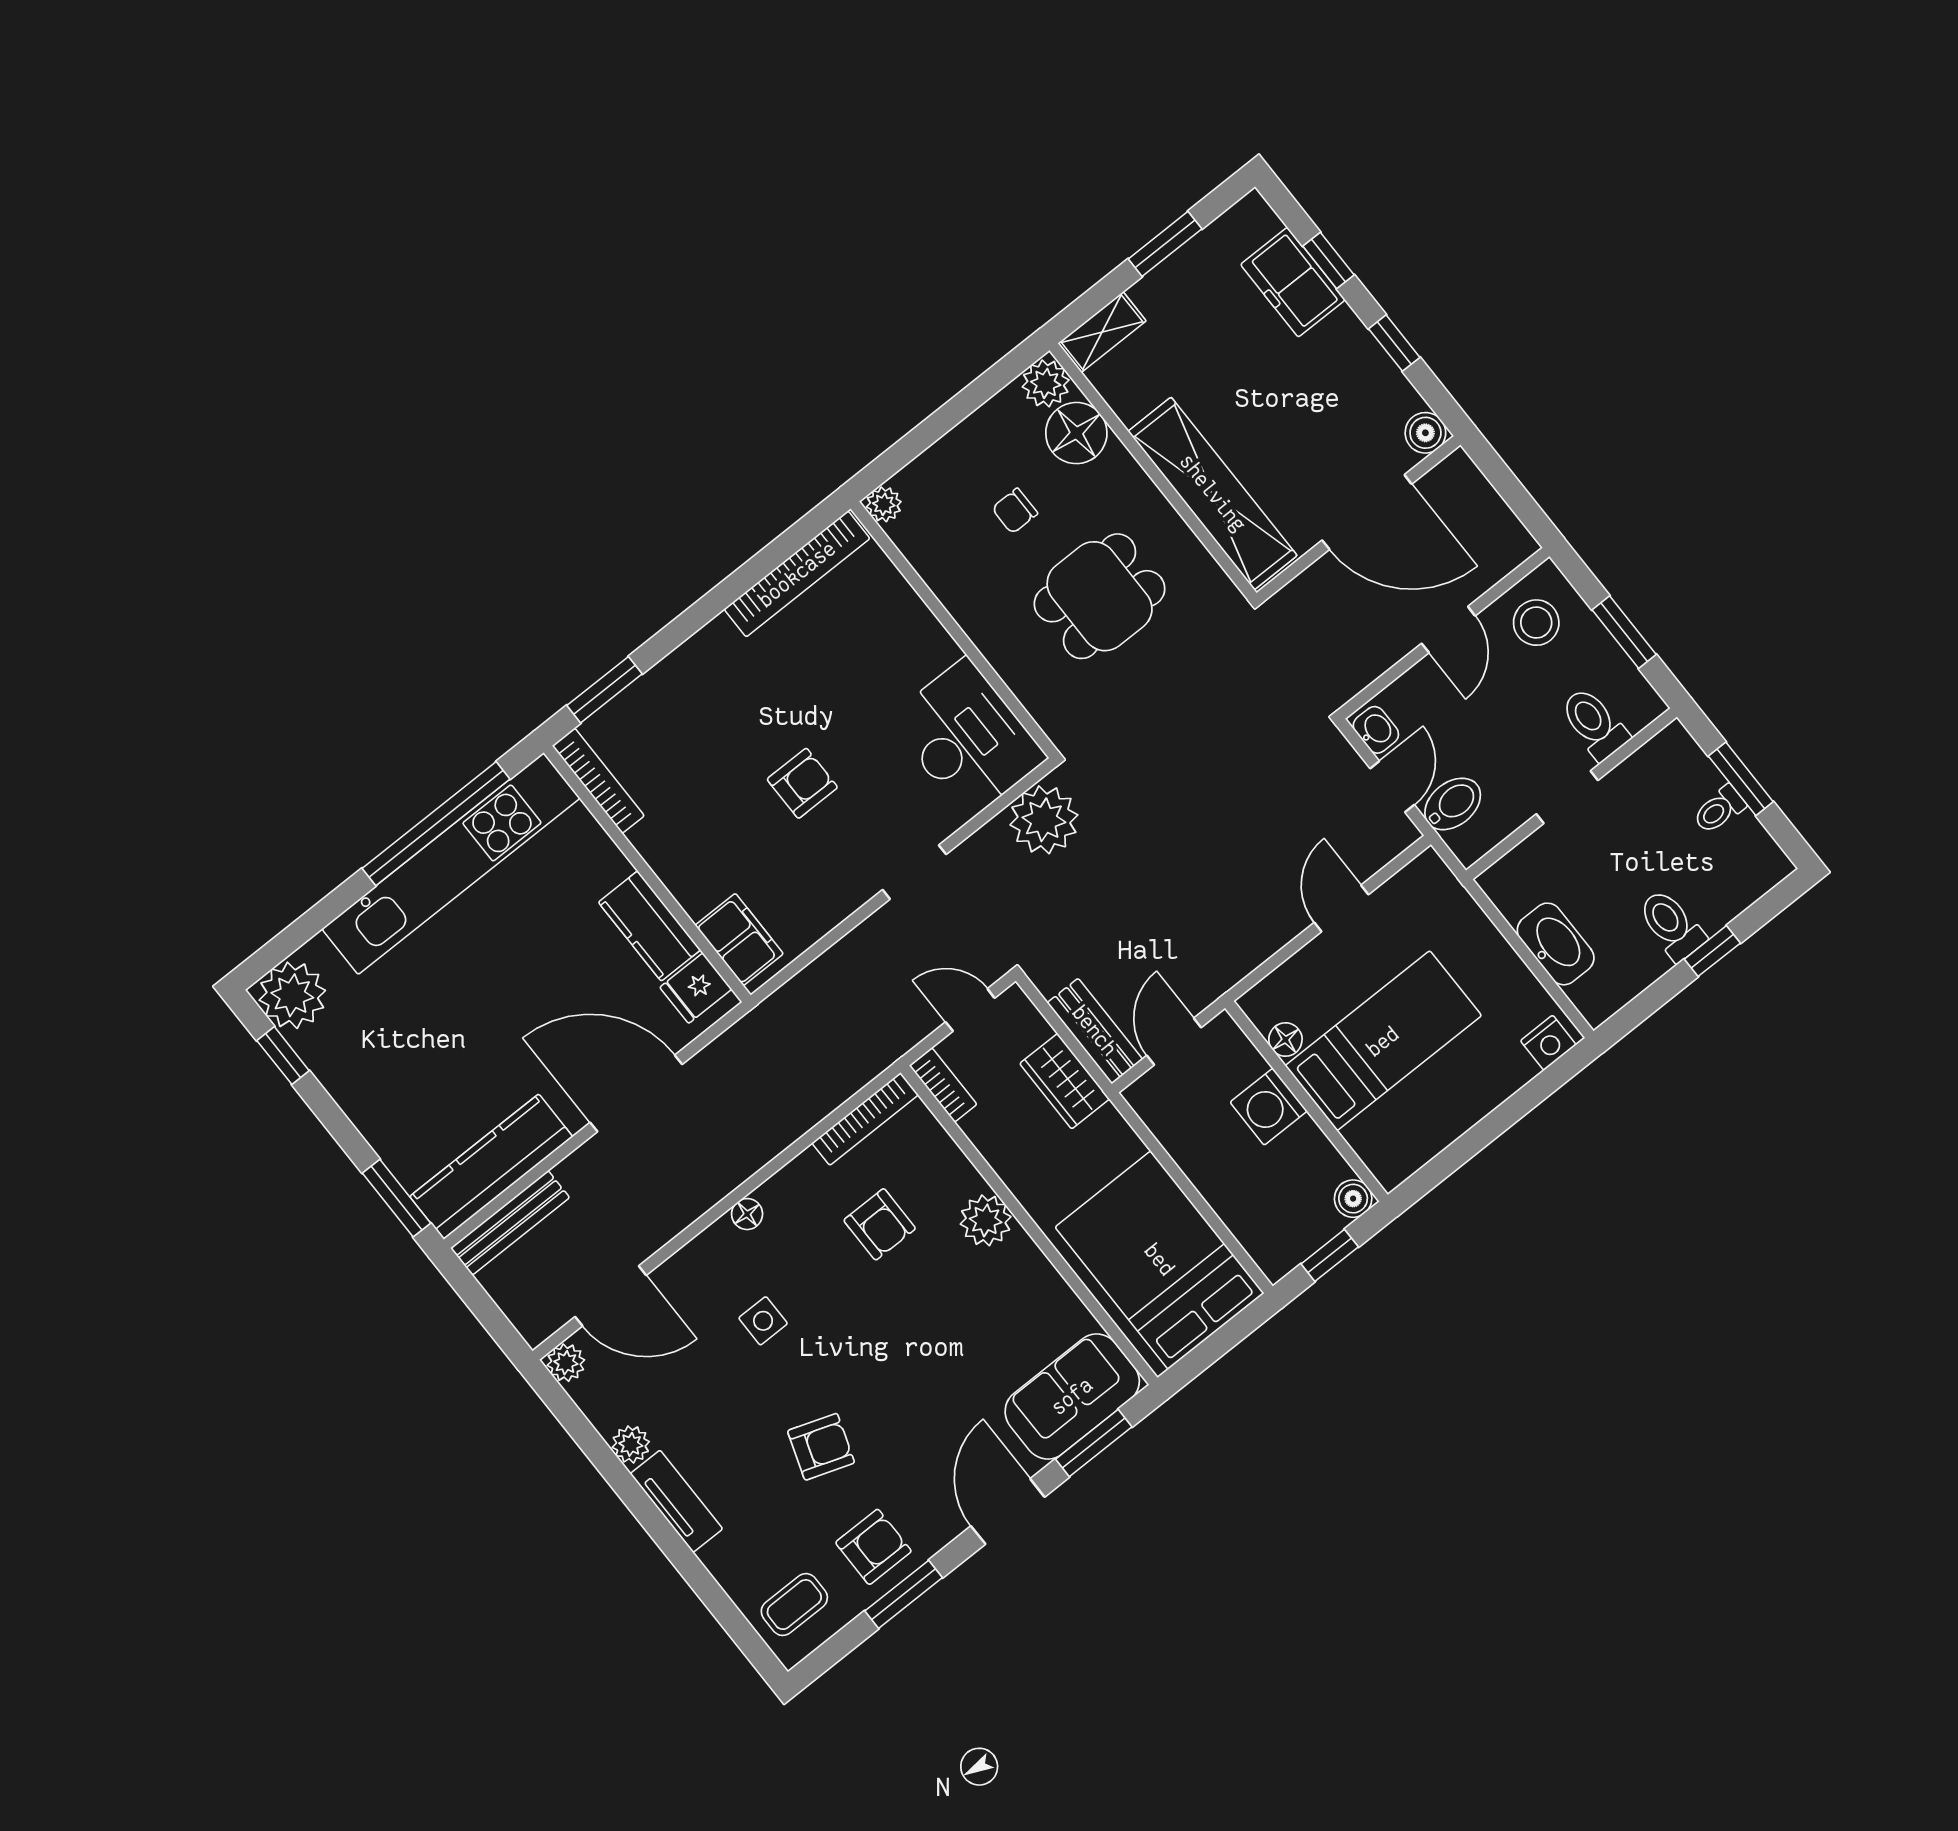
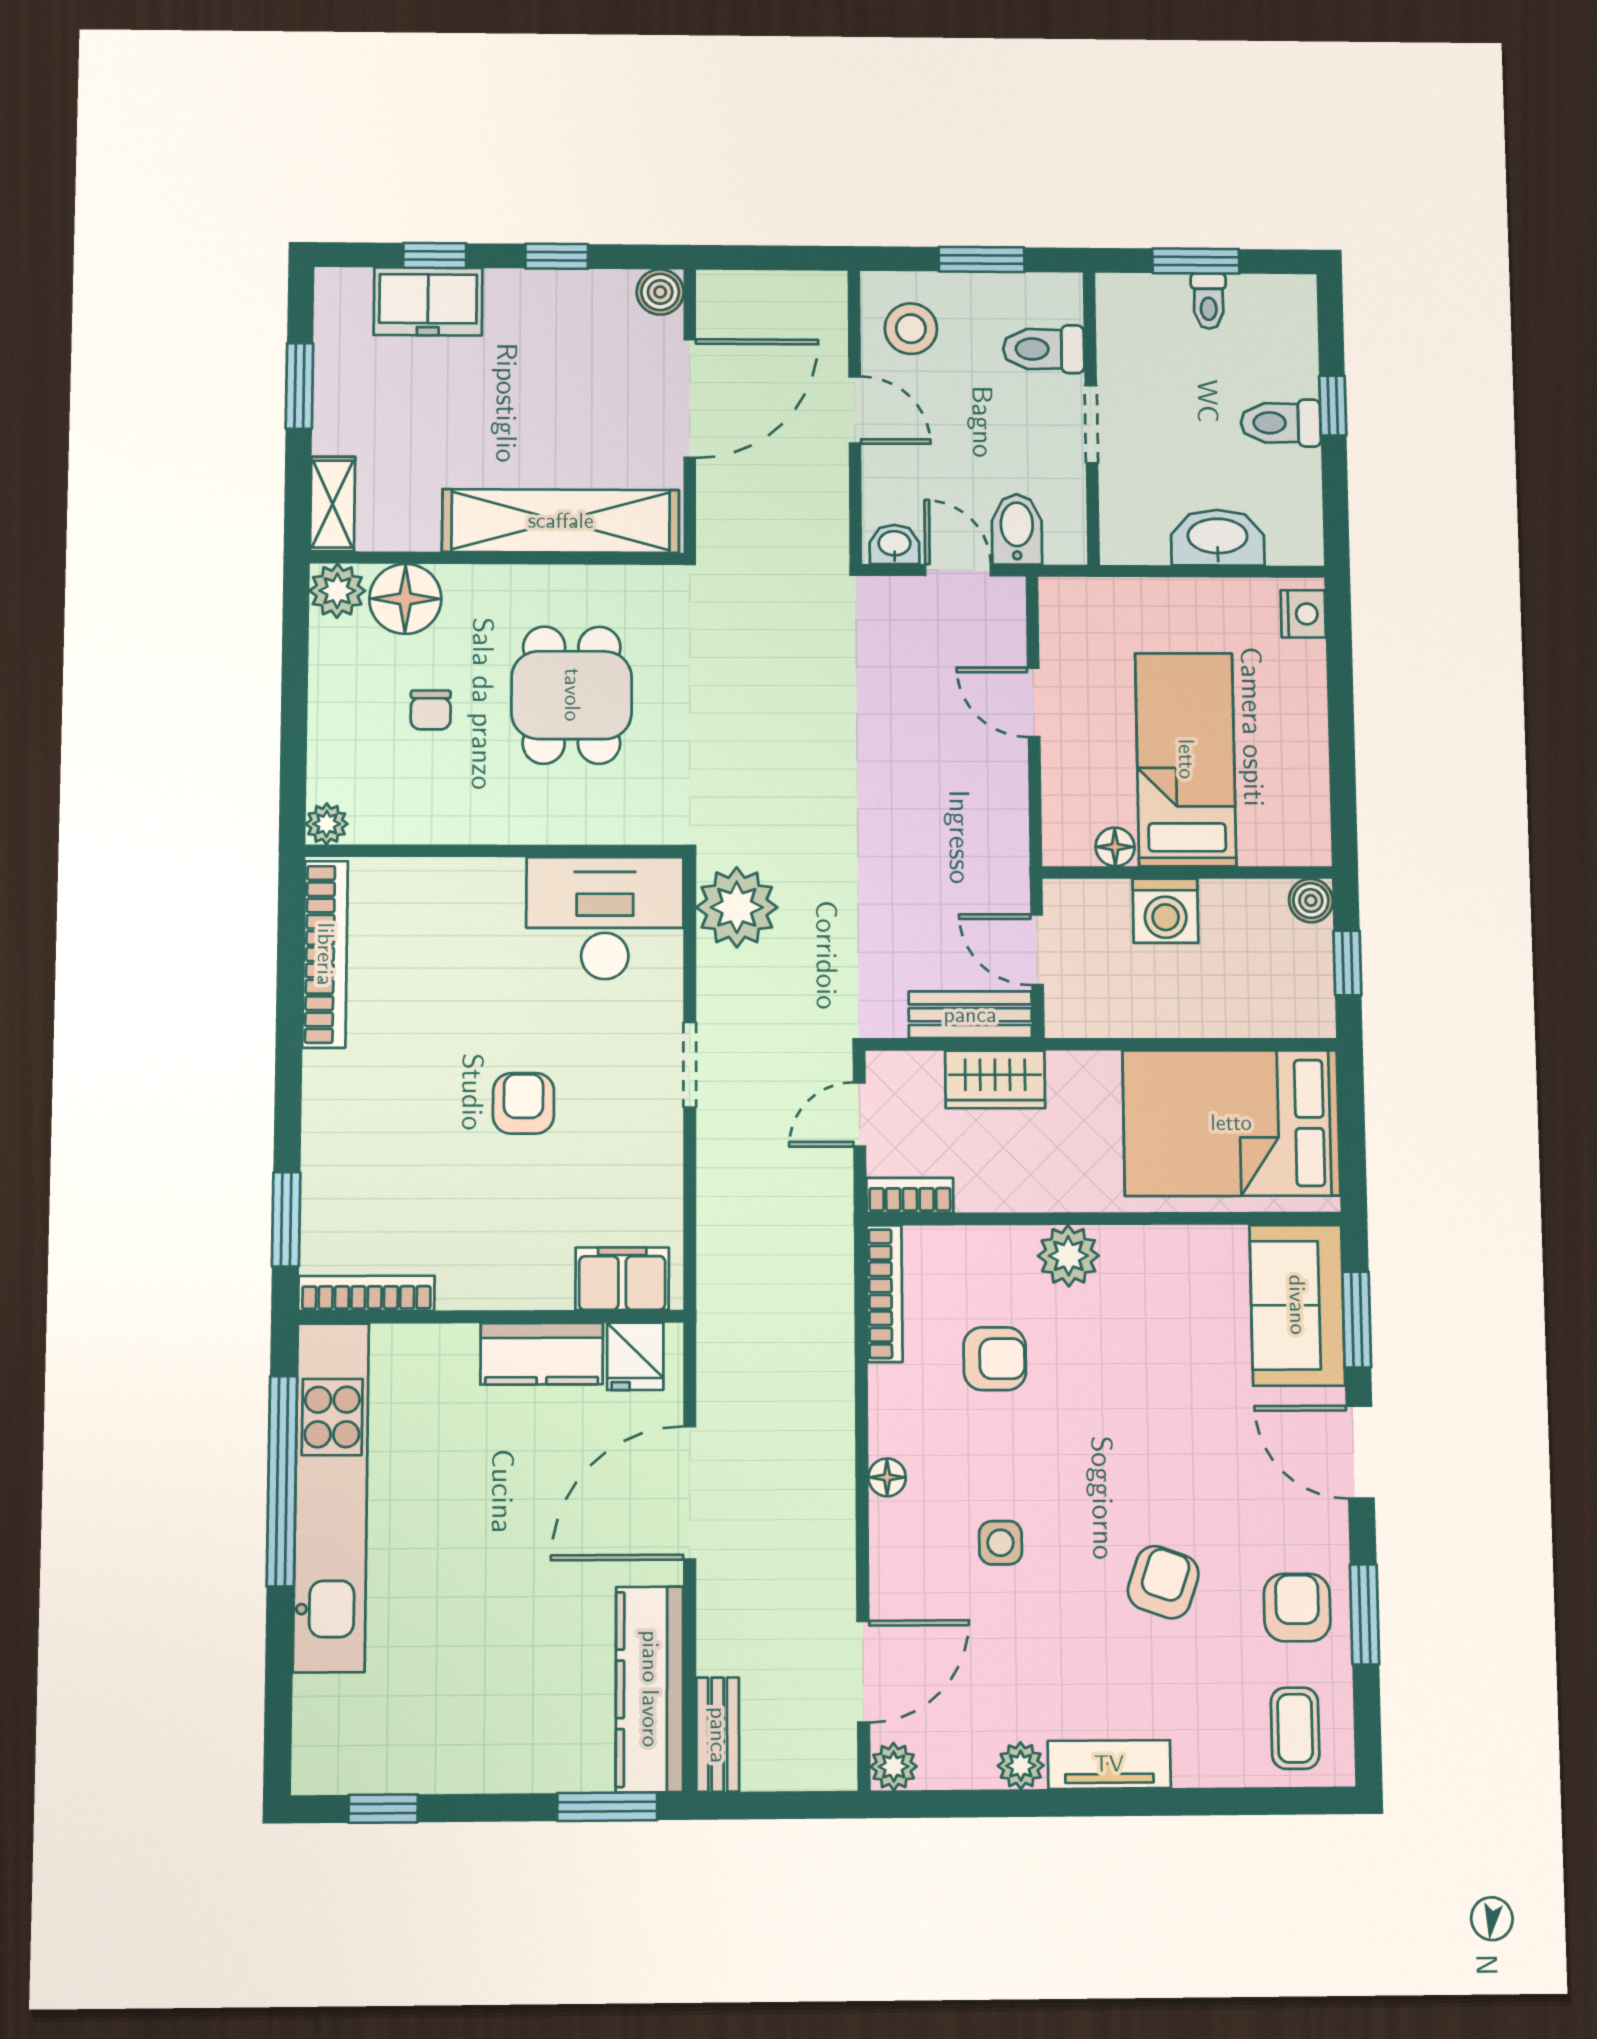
plant: (292, 995) -> (333, 1753), removed
bench: (510, 1223) -> (718, 1735), width x0.73

